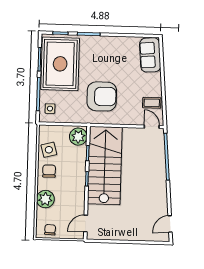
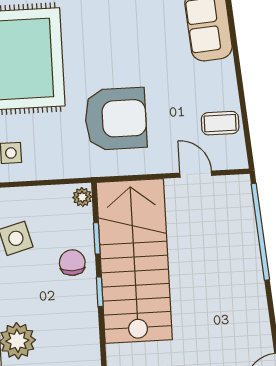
door: (152, 127) -> (196, 174), moved
plant: (78, 137) -> (82, 197), width x0.53, depth x0.53
chair: (49, 171) -> (72, 263), moved

